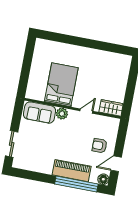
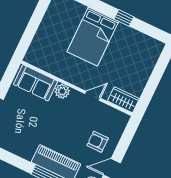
window: (95, 44) -> (124, 18), added
bed: (61, 85) -> (93, 37), moved, turned 180

